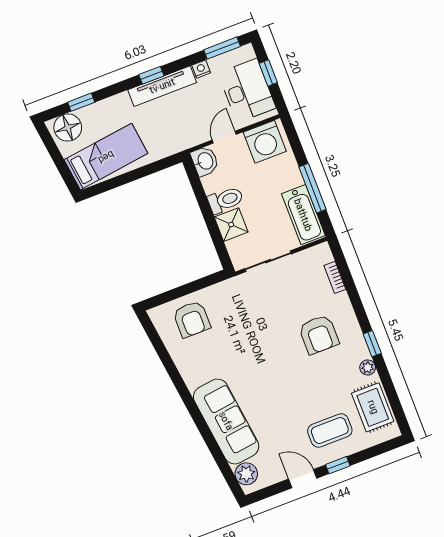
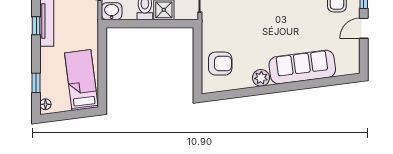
floor lamp: (68, 128) -> (45, 104), width x0.53, depth x0.53
plant: (246, 474) -> (261, 78), moved

